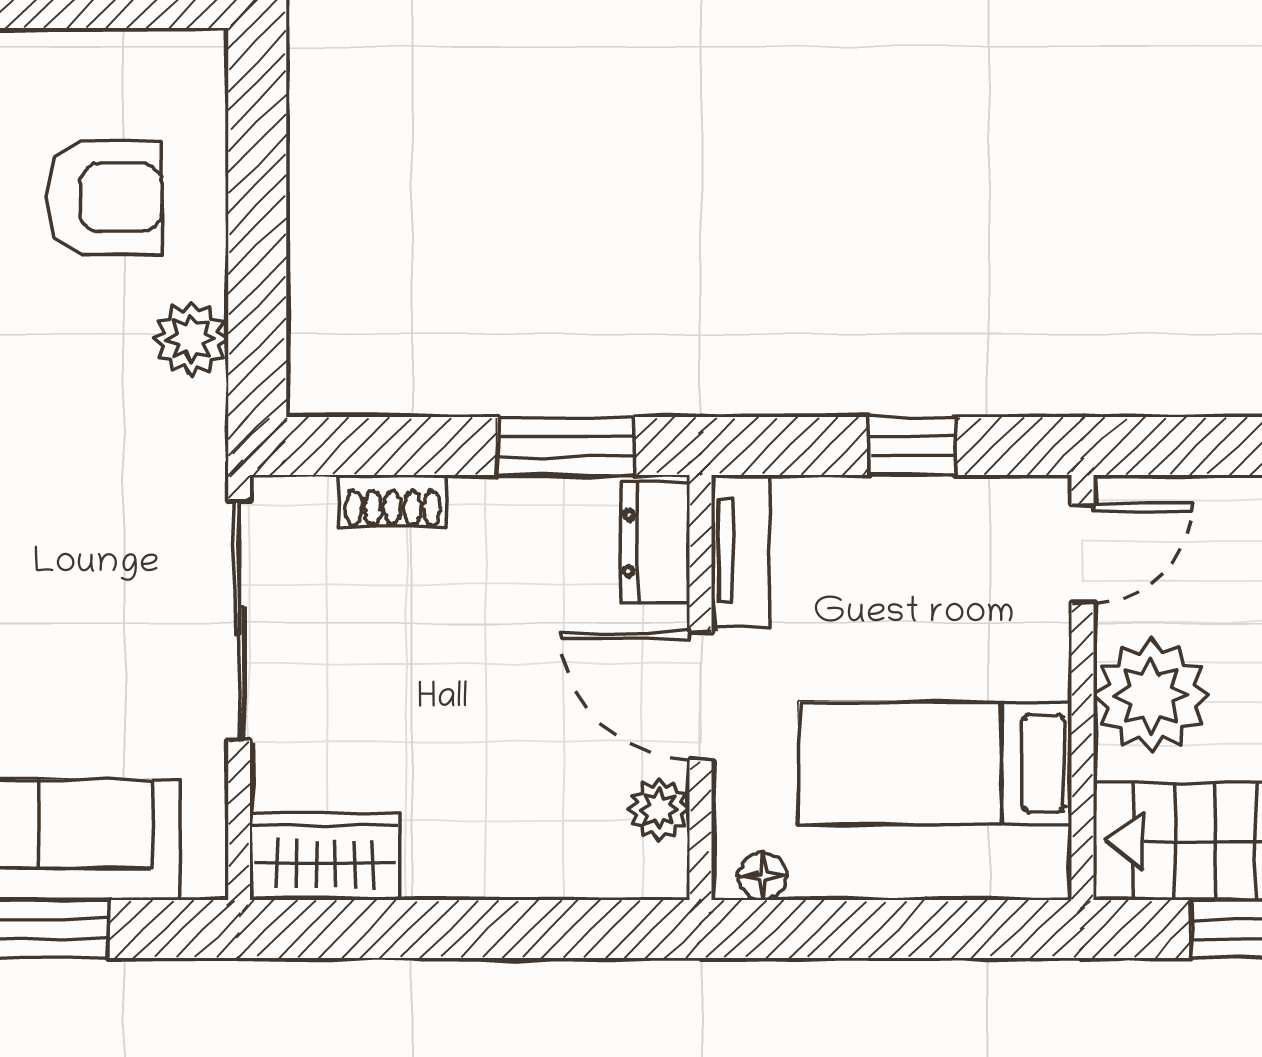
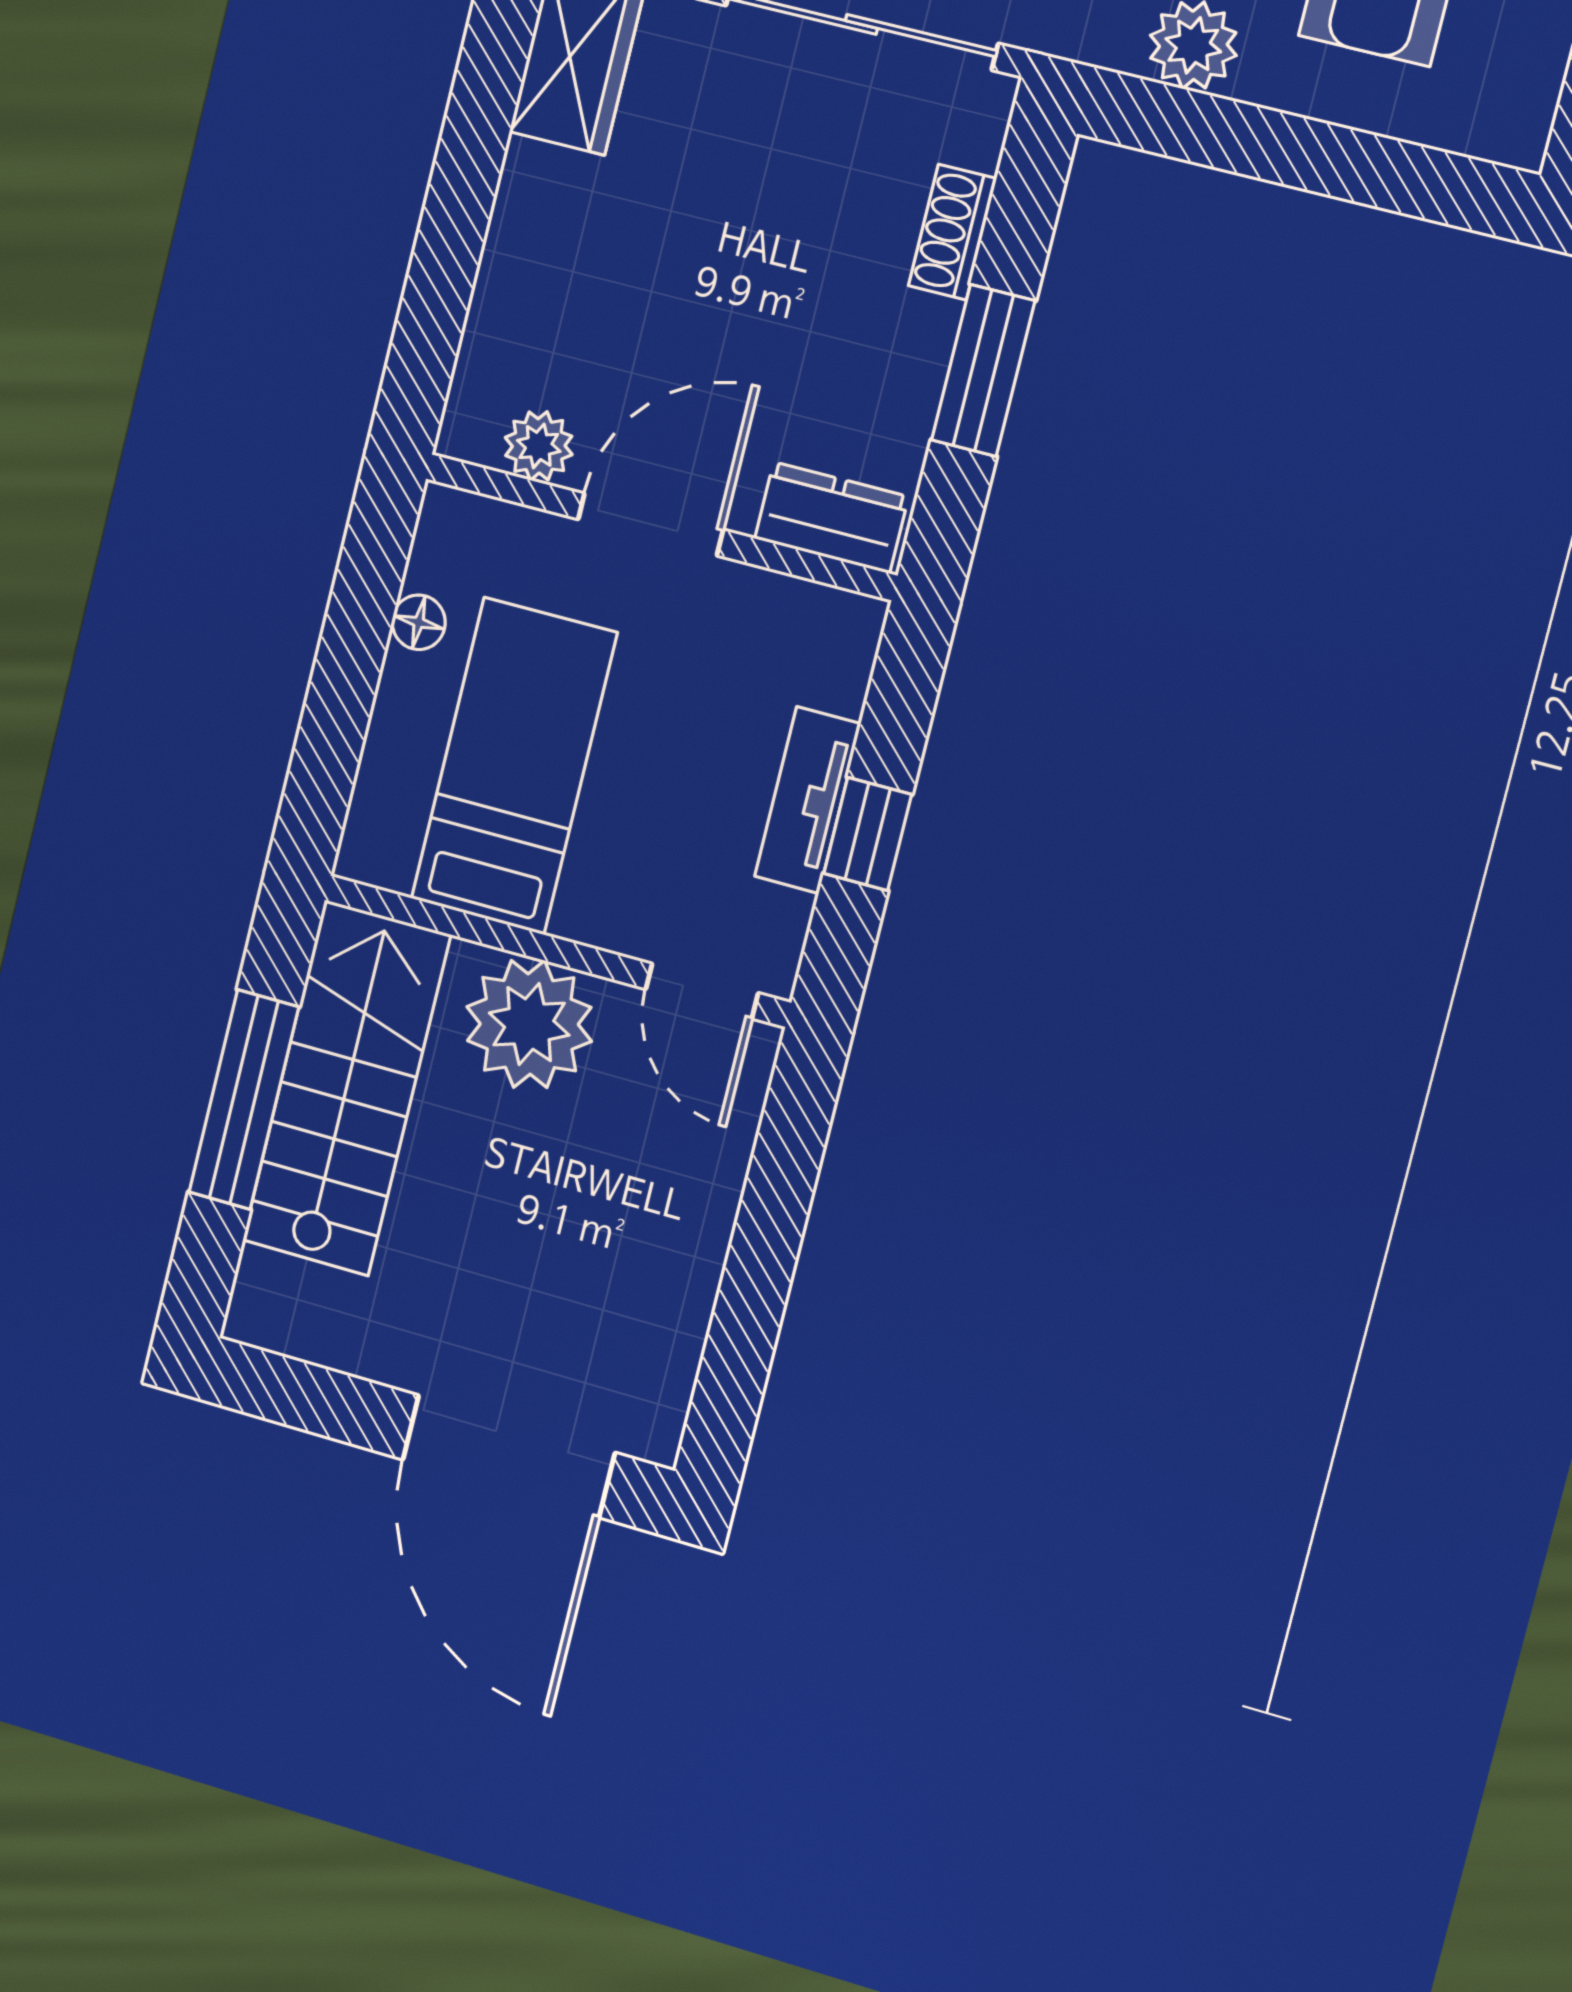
window: (566, 446) -> (983, 370), moved
tv unit: (740, 551) -> (808, 800), moved, turned 90
floor lamp: (762, 876) -> (419, 622), moved

